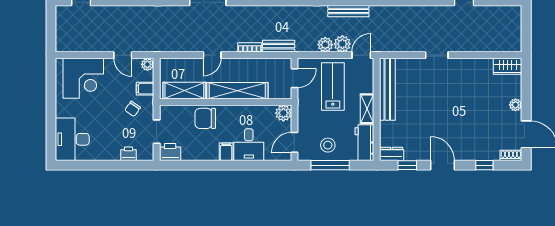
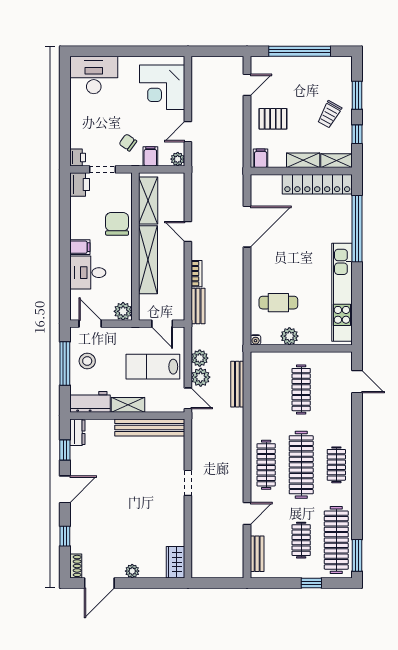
lab bench: (333, 86) -> (153, 367), turned 180
printer: (129, 154) -> (78, 158), moved

